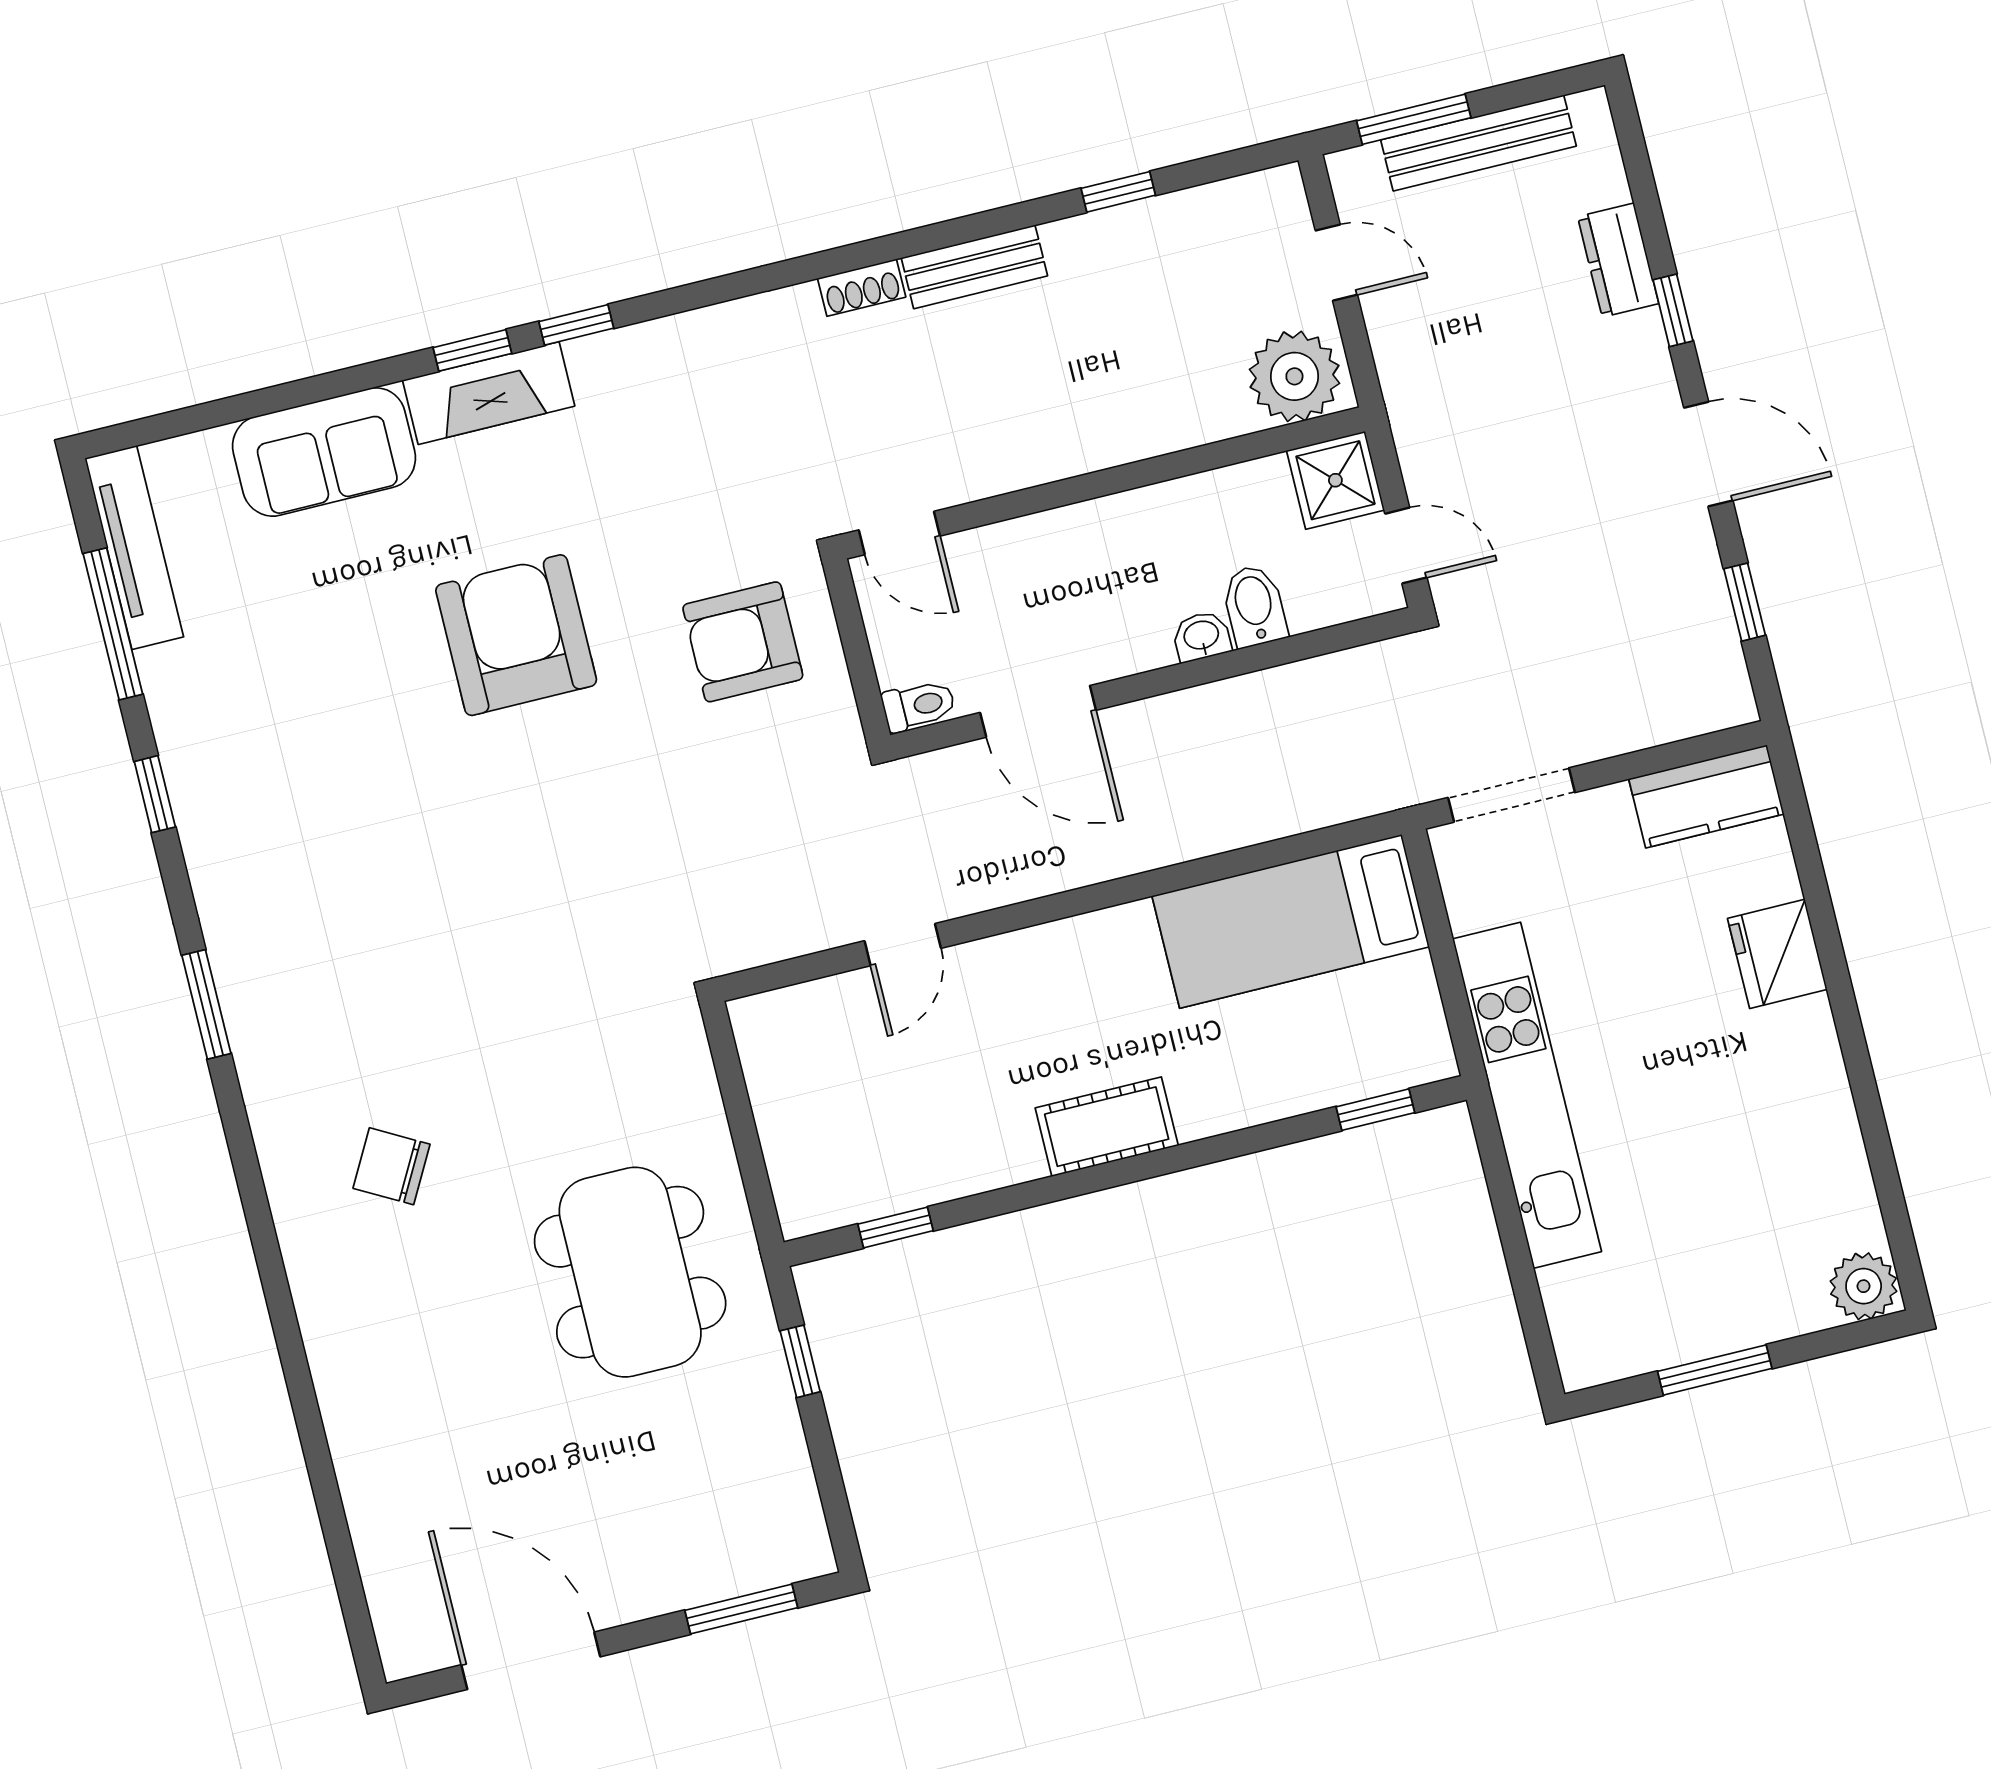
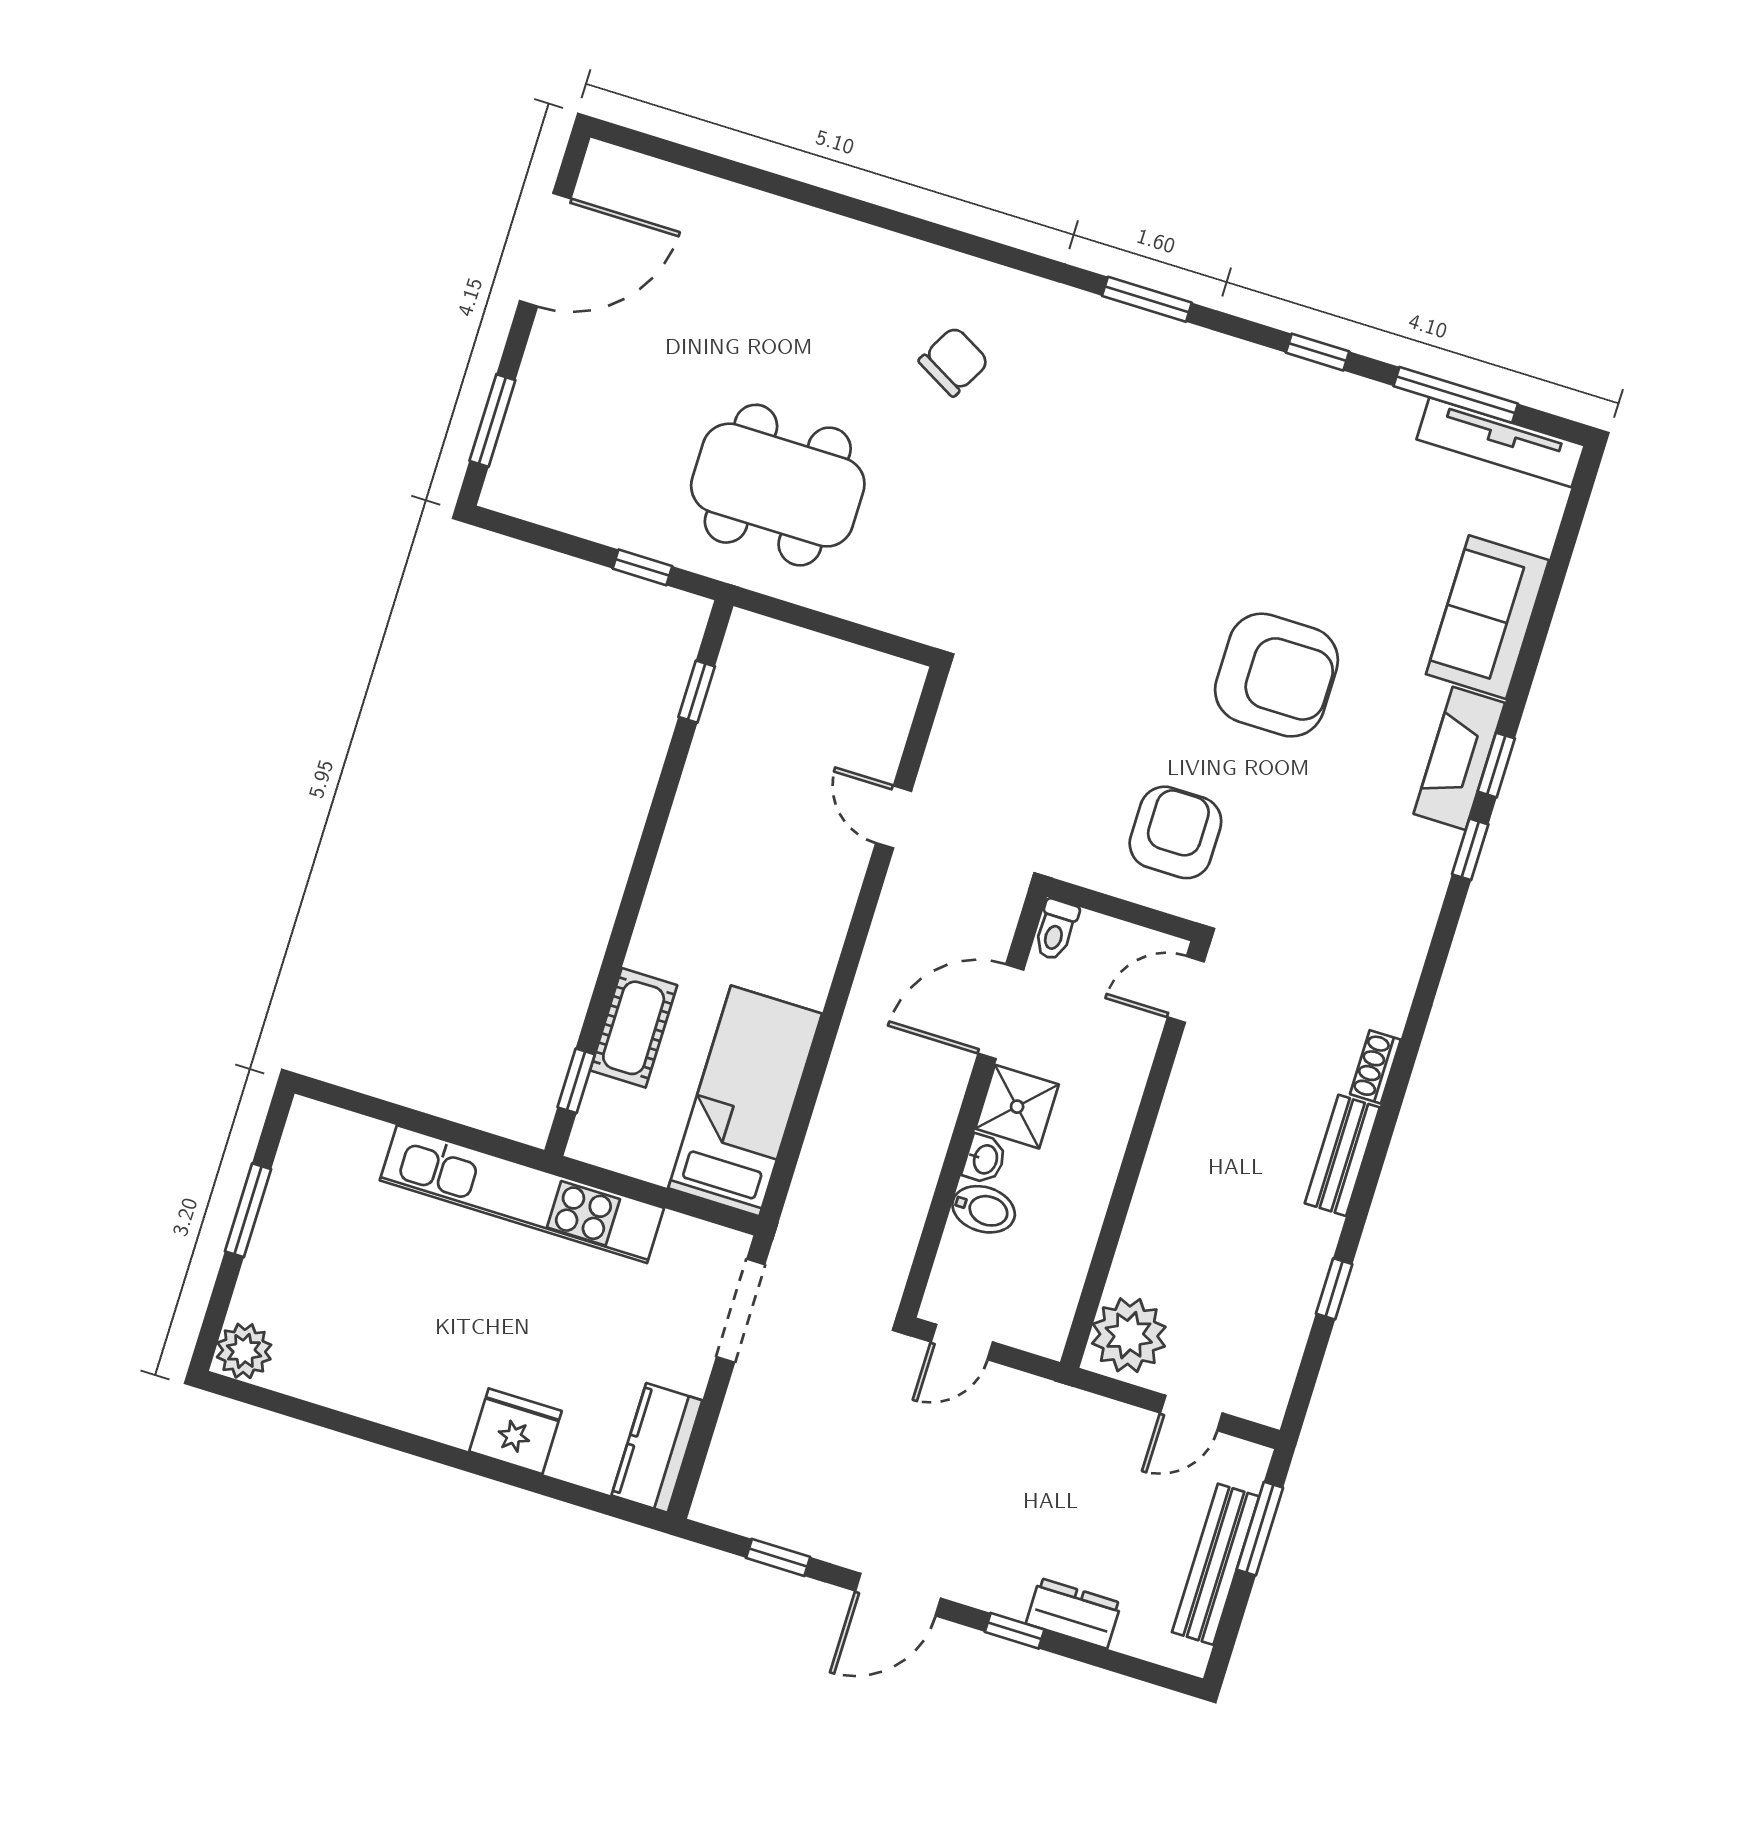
shower: (1335, 480) -> (1017, 1107), moved
cot: (1107, 1127) -> (634, 1028), moved

